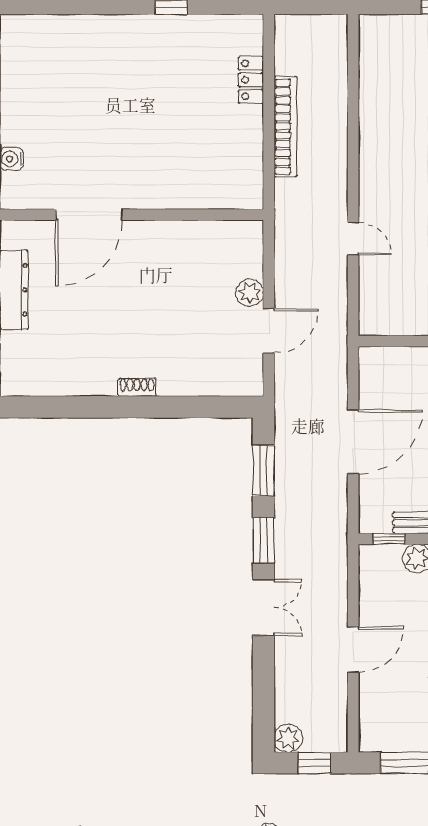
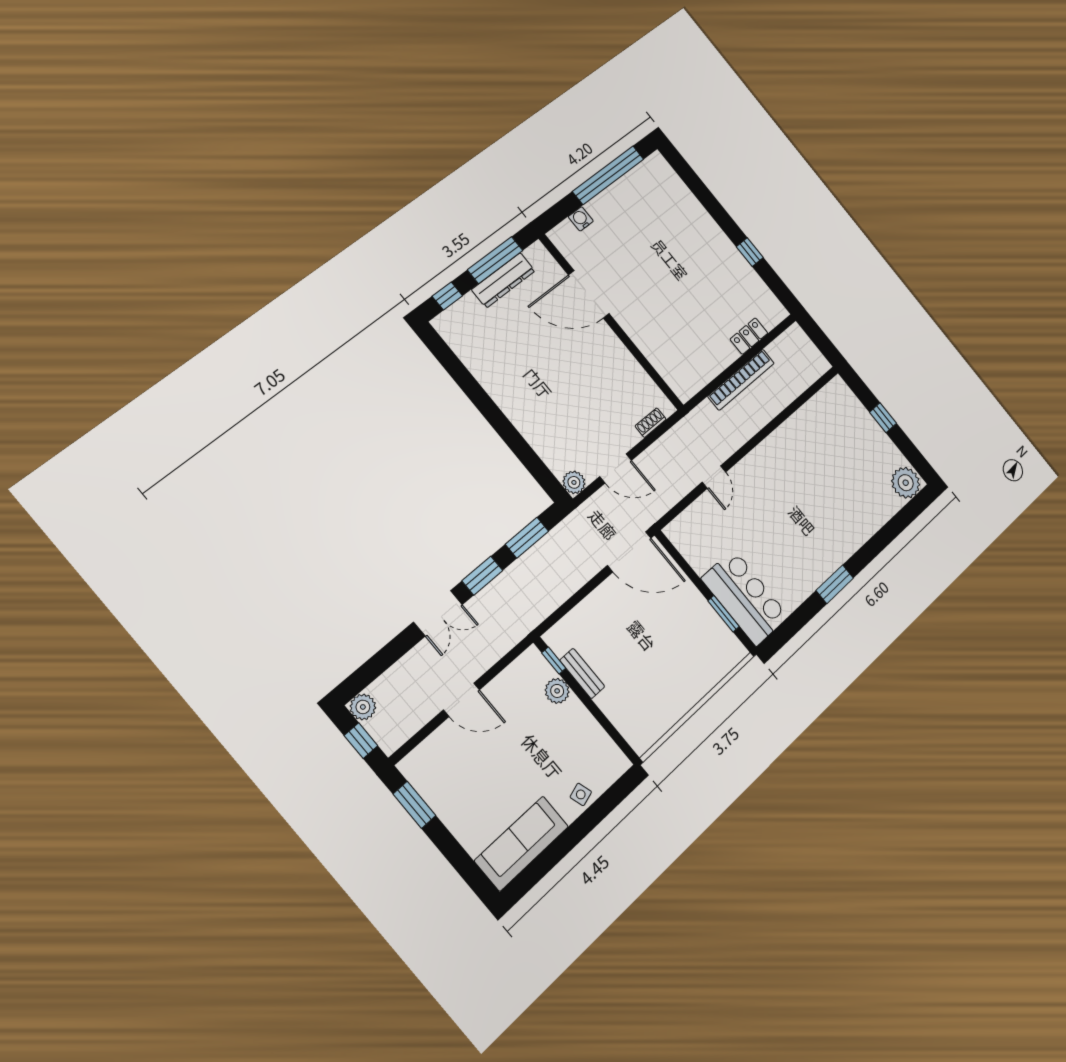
plant: (250, 293) -> (574, 482), moved
shoe rack: (137, 387) -> (651, 423), moved, turned -90
door: (353, 442) -> (629, 552), moved

